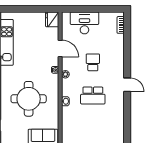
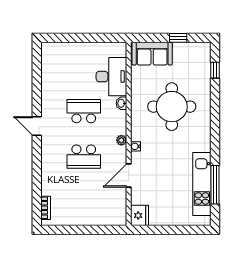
desk: (84, 23) -> (111, 77), moved, turned -90
door: (60, 49) -> (129, 176), hinge flipped
school desk: (93, 62) -> (84, 157), width x1.85

